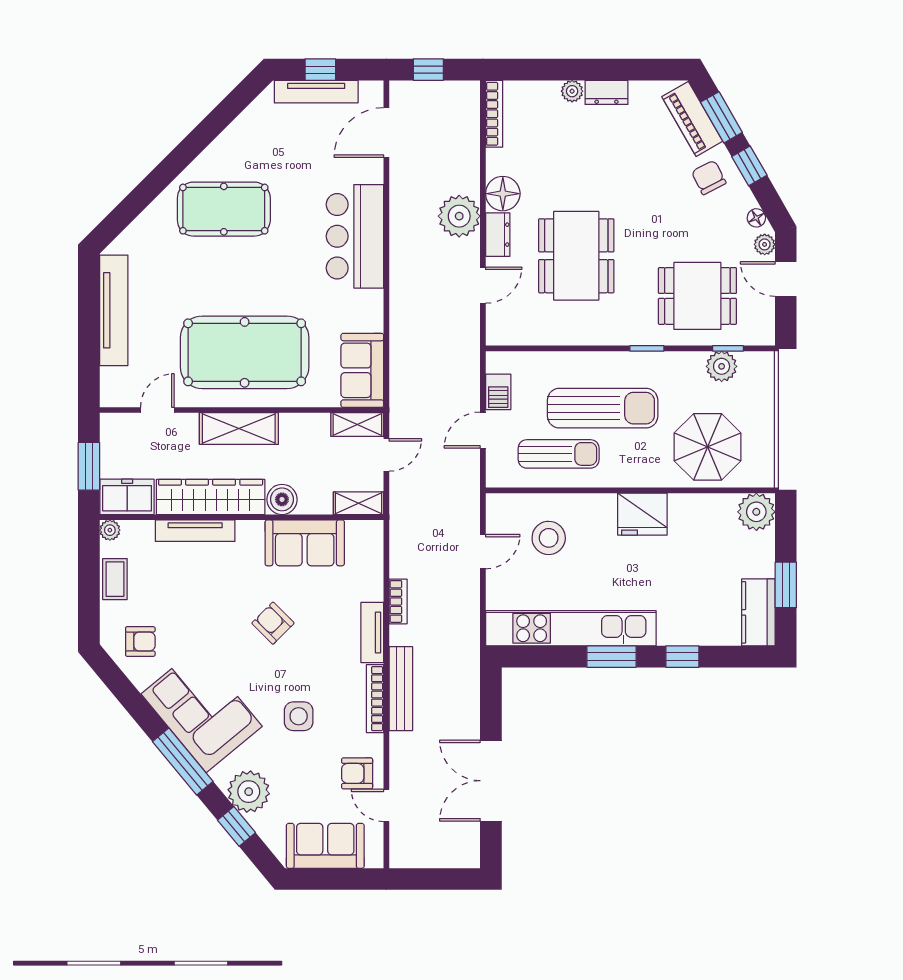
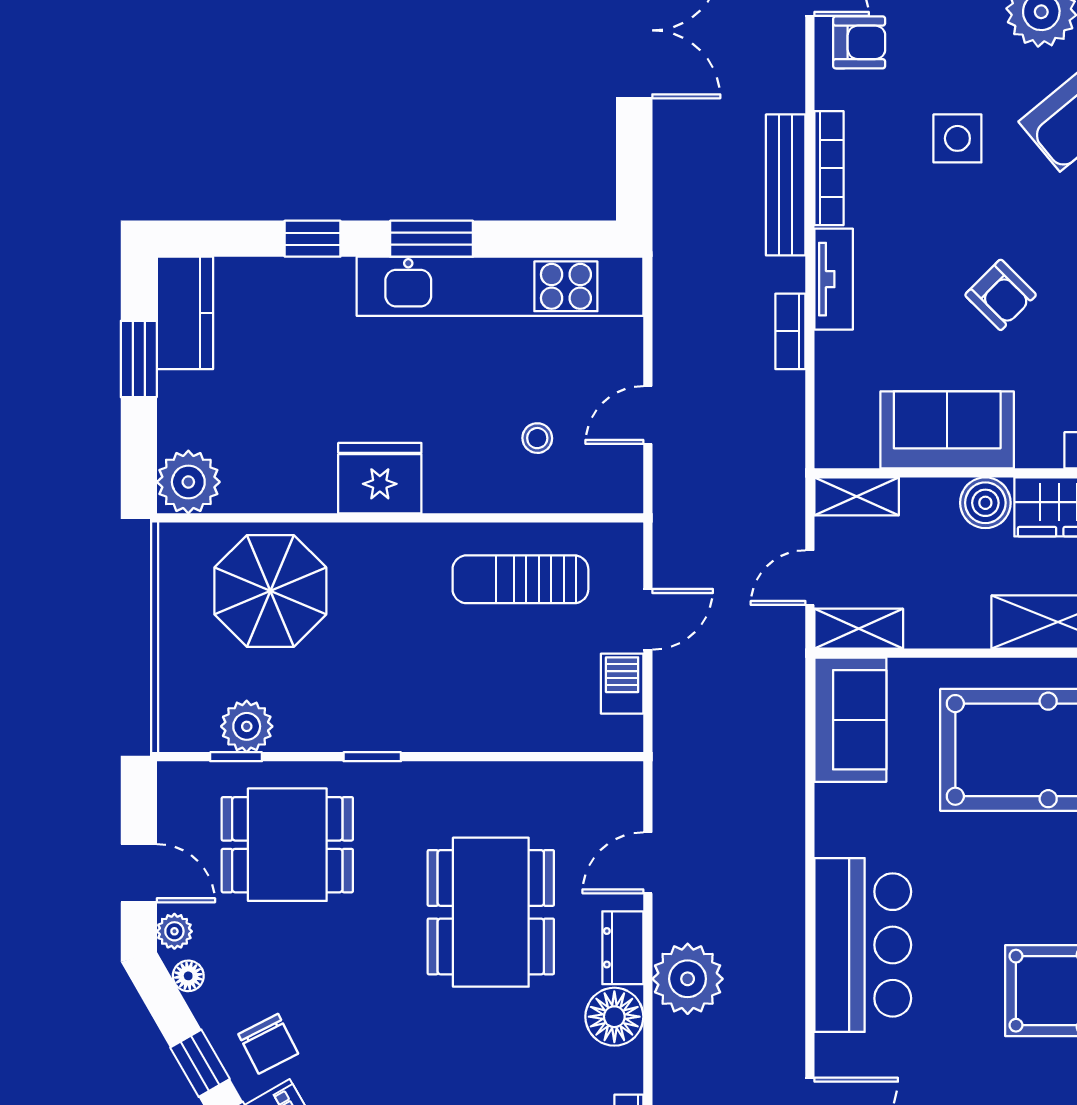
sun lounger: (603, 408) -> (447, 656), removed
stool: (549, 538) -> (537, 438), width x0.53, depth x0.53

